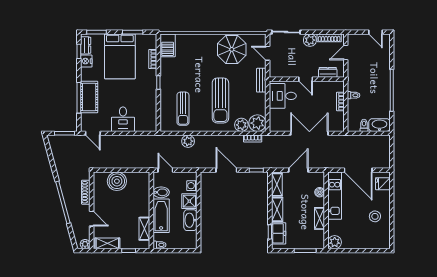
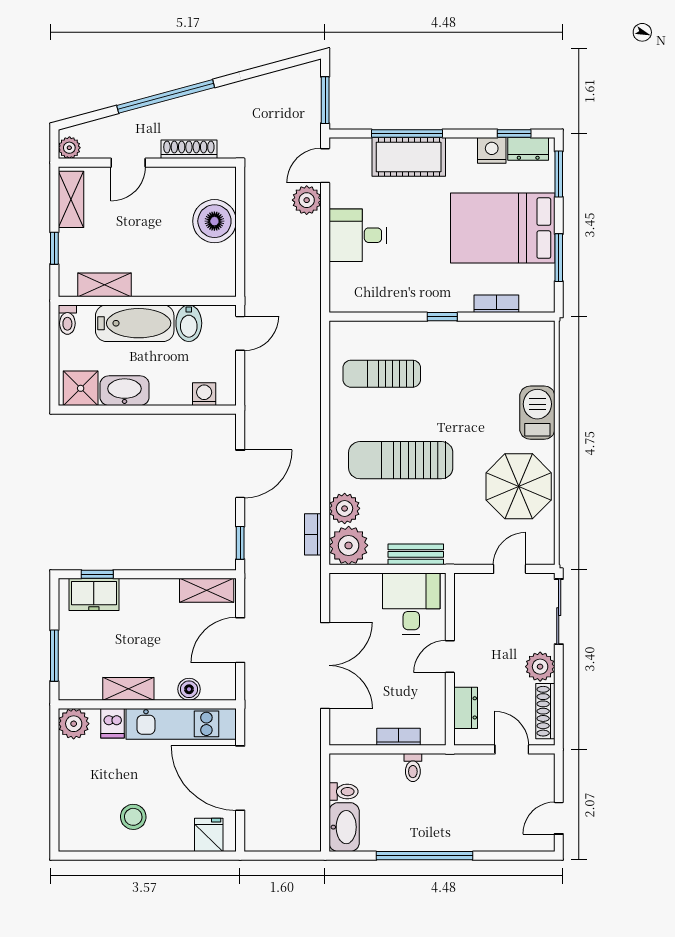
barbecue: (168, 45) -> (537, 413), moved, turned 90
bench: (261, 80) -> (416, 554), moved
plant: (188, 141) -> (307, 200), moved
door: (298, 170) -> (240, 640), swing flipped
door: (358, 170) -> (240, 778), hinge flipped
shower: (189, 201) -> (81, 388), moved
shelving: (277, 209) -> (149, 591), removed
dishwasher: (334, 225) -> (112, 723), added

